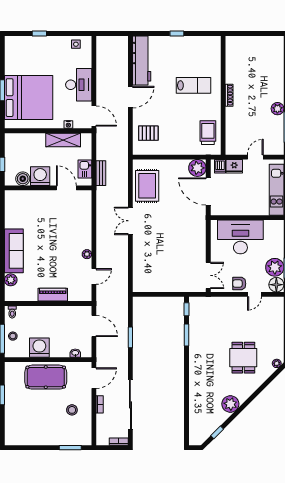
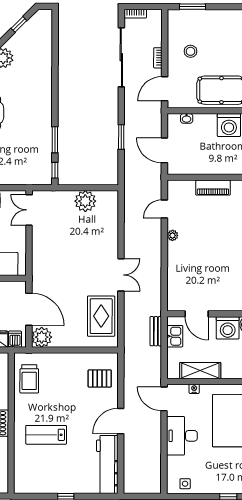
plant: (161, 283) -> (85, 201), added

